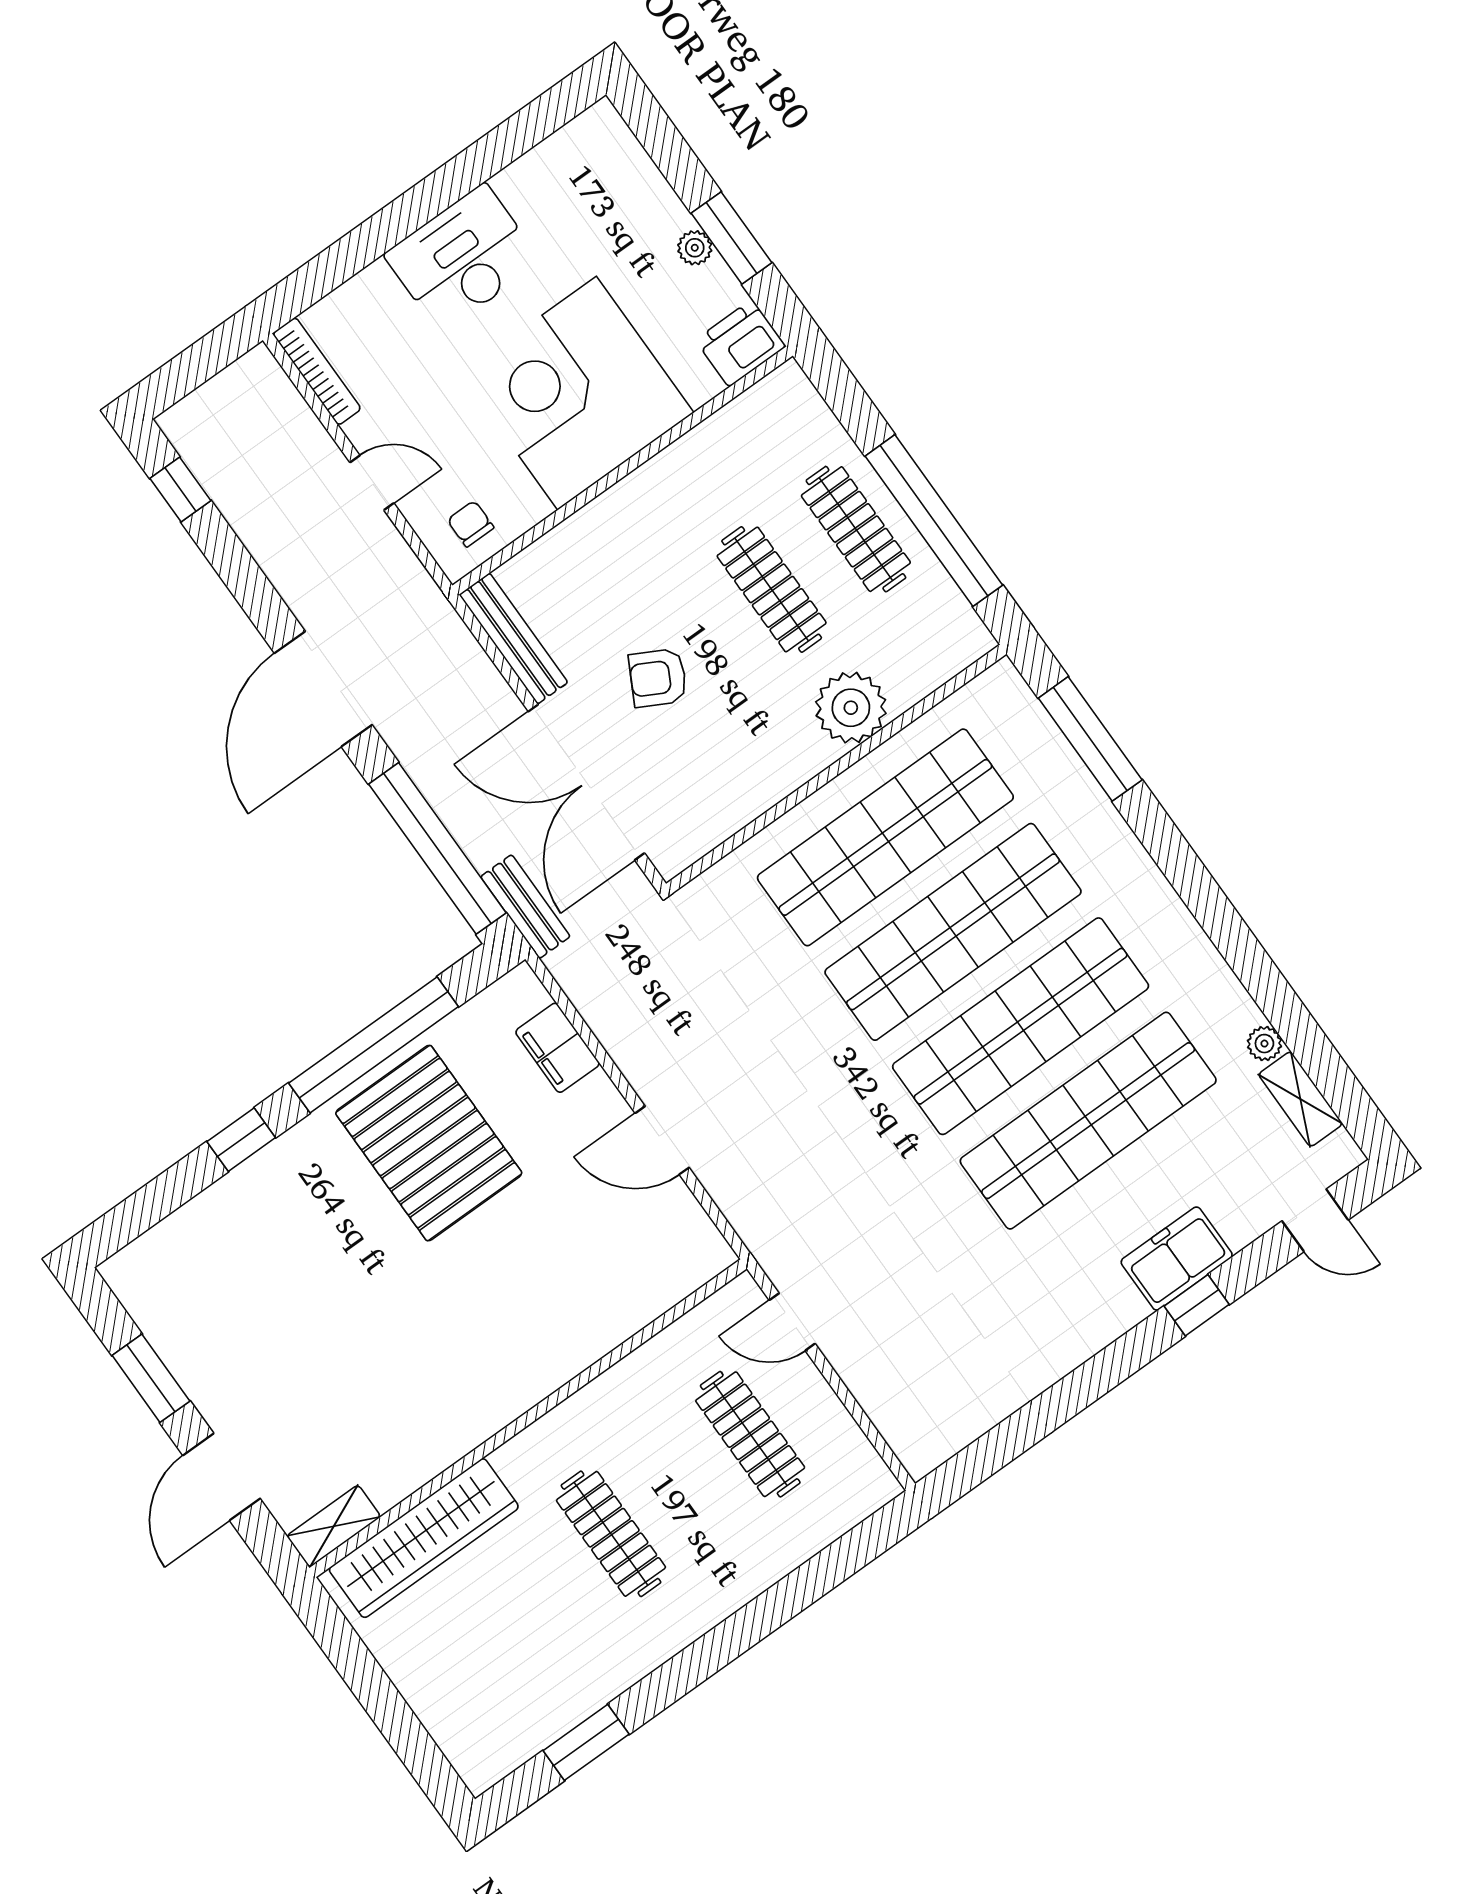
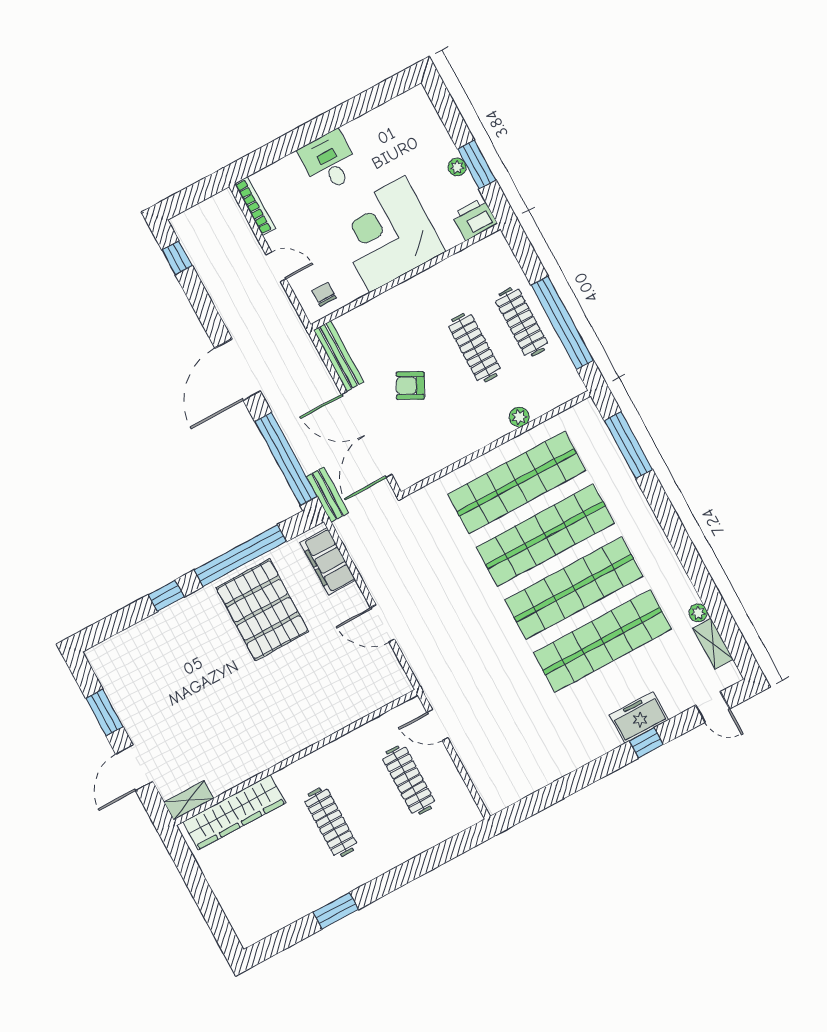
desk: (463, 258) -> (329, 162), width x0.73
plant: (851, 708) -> (519, 417), width x0.53, depth x0.53
filing cabinet: (558, 1048) -> (328, 561), width x1.50, depth x1.17
window: (586, 1742) -> (336, 911), moved

